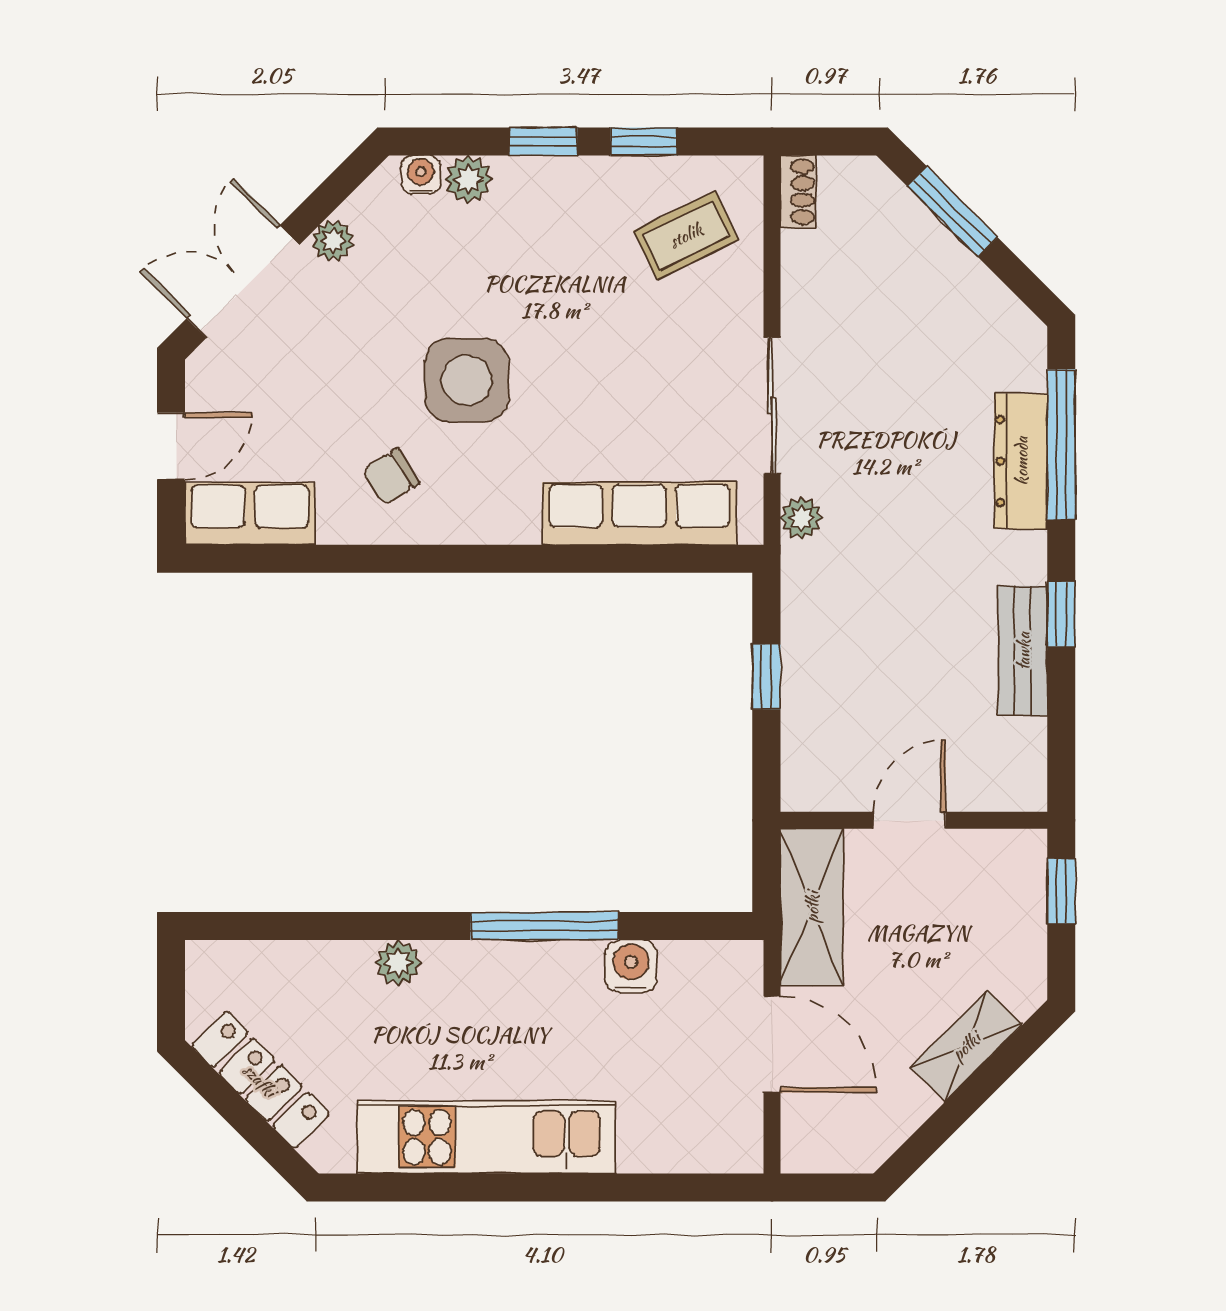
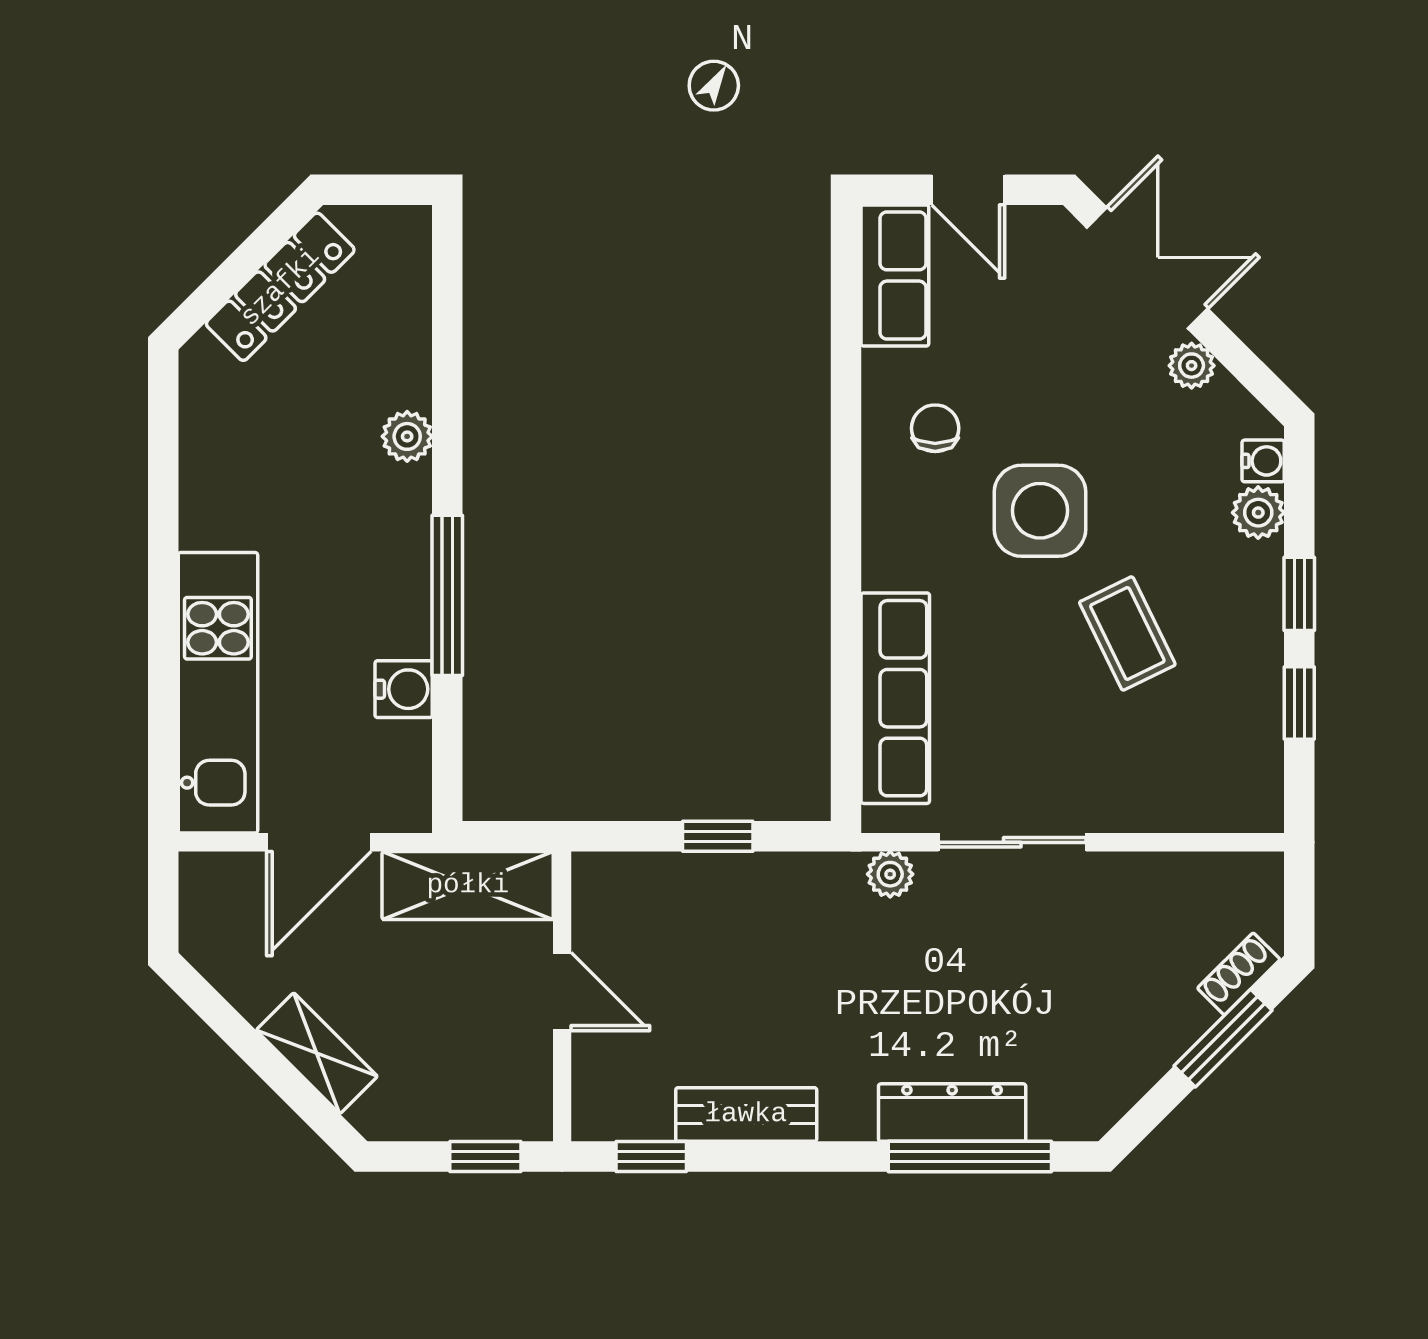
shoe rack: (798, 192) -> (1239, 974), moved, turned 135
coffee table: (686, 235) -> (1127, 633), moved
chair: (391, 477) -> (935, 428), turned 32
window: (1061, 614) -> (651, 1156), moved
kitchen unit: (486, 1137) -> (218, 693), moved

